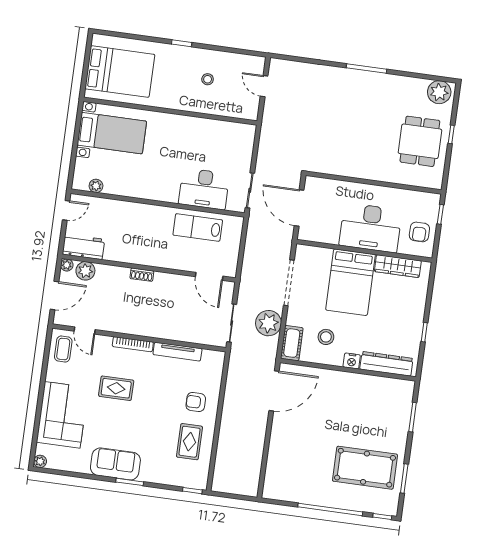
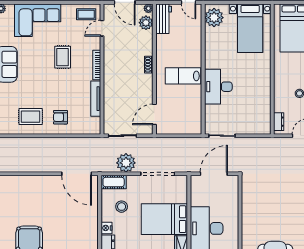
dresser: (241, 112) -> (279, 122), added
plant: (96, 186) -> (214, 18), width x1.88, depth x1.88
desk: (204, 189) -> (218, 87), moved
lab bench: (198, 227) -> (183, 76), moved, turned -90
armchair: (196, 402) -> (60, 117), turned -90

